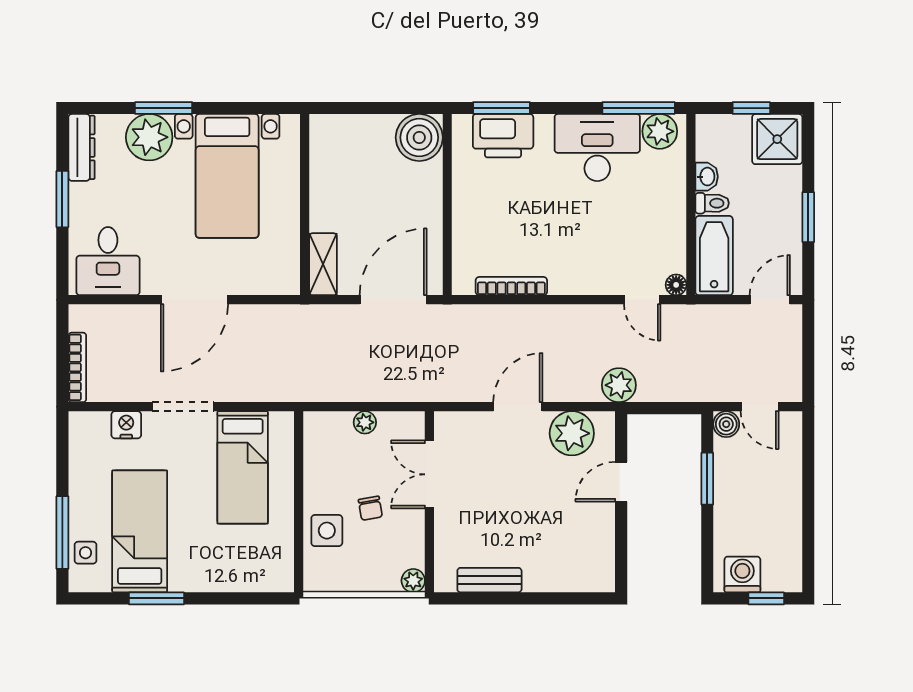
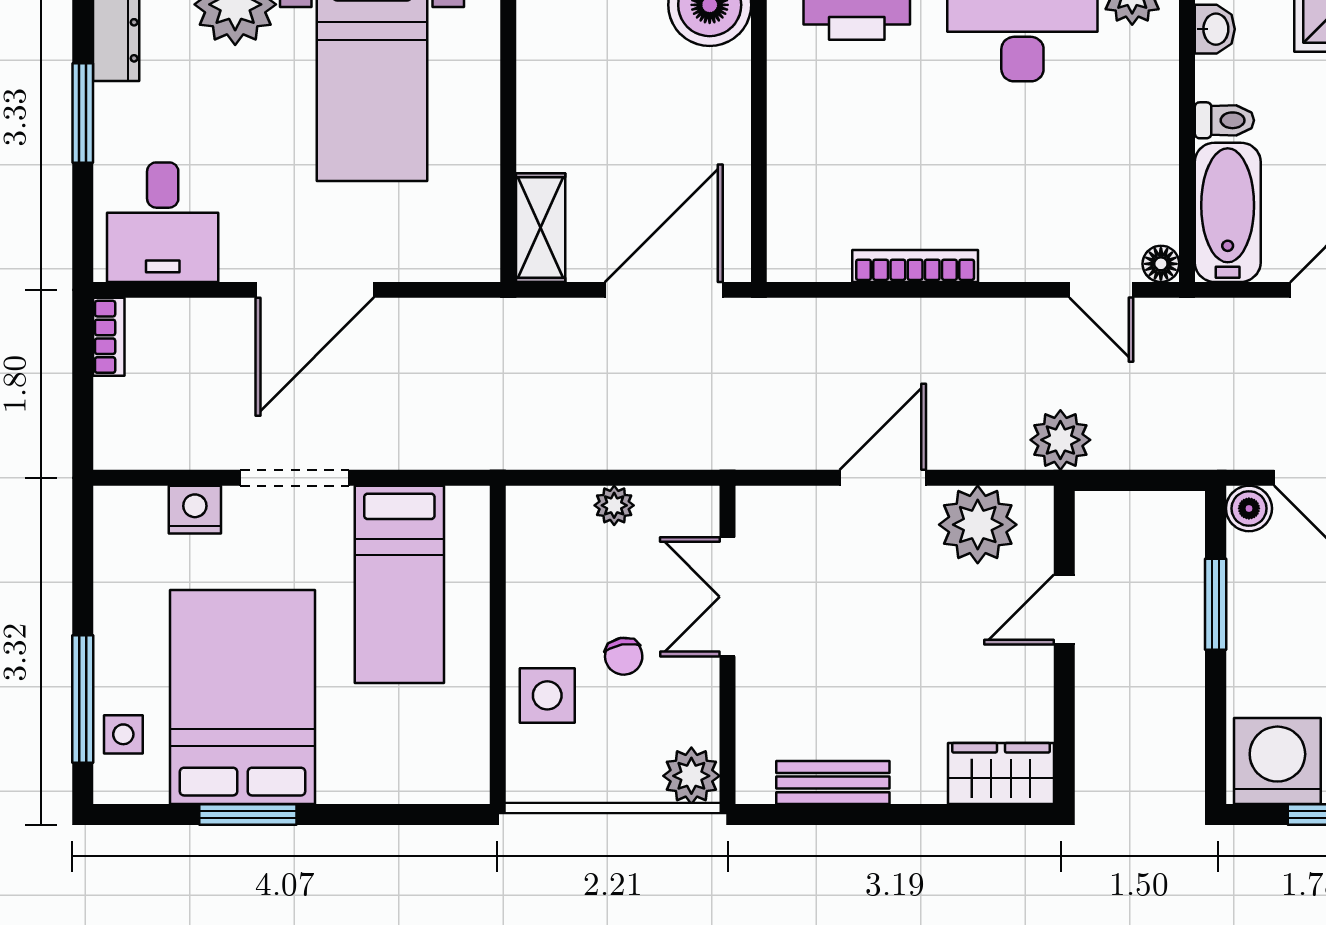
washbasin: (707, 177) -> (1215, 29), moved
bookcase: (511, 286) -> (915, 266), moved
bookcase: (77, 367) -> (109, 337), moved, width x0.64
bed: (140, 531) -> (242, 697), width x1.50
washing machine: (742, 574) -> (1277, 761), width x1.37, depth x1.37
wardrobe: (585, 575) -> (1001, 773), added
plant: (413, 581) -> (691, 776), width x1.38, depth x1.38

